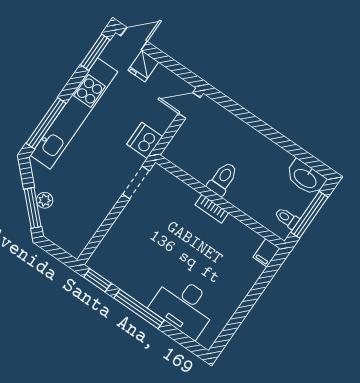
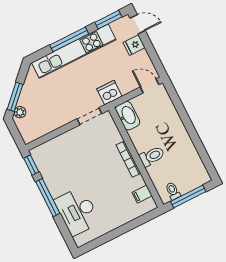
window: (46, 123) -> (69, 39), moved
washbasin: (306, 178) -> (128, 116), moved, turned 180
toilet: (223, 179) -> (152, 156), moved
plant: (45, 200) -> (20, 112), moved
bookcase: (212, 209) -> (128, 159), width x1.56
filing cabinet: (266, 253) -> (142, 194), moved

